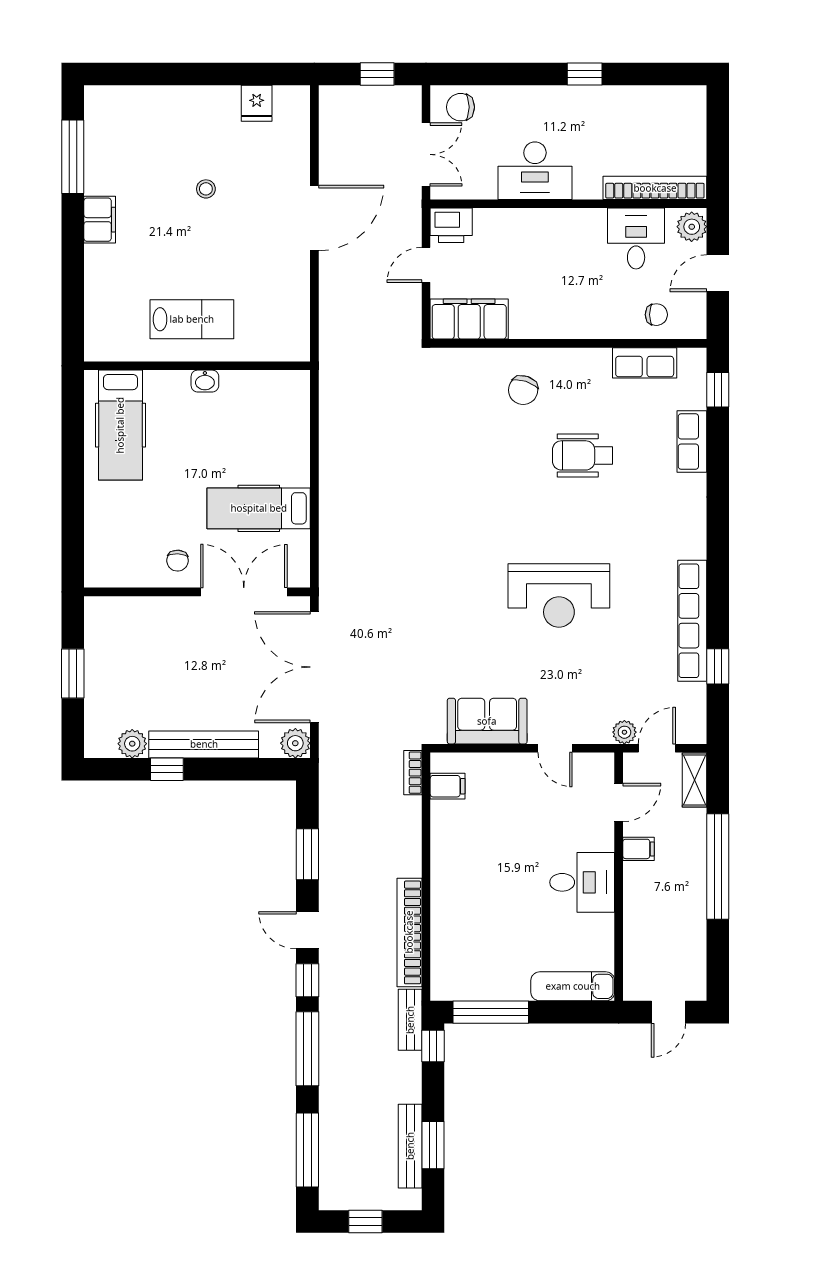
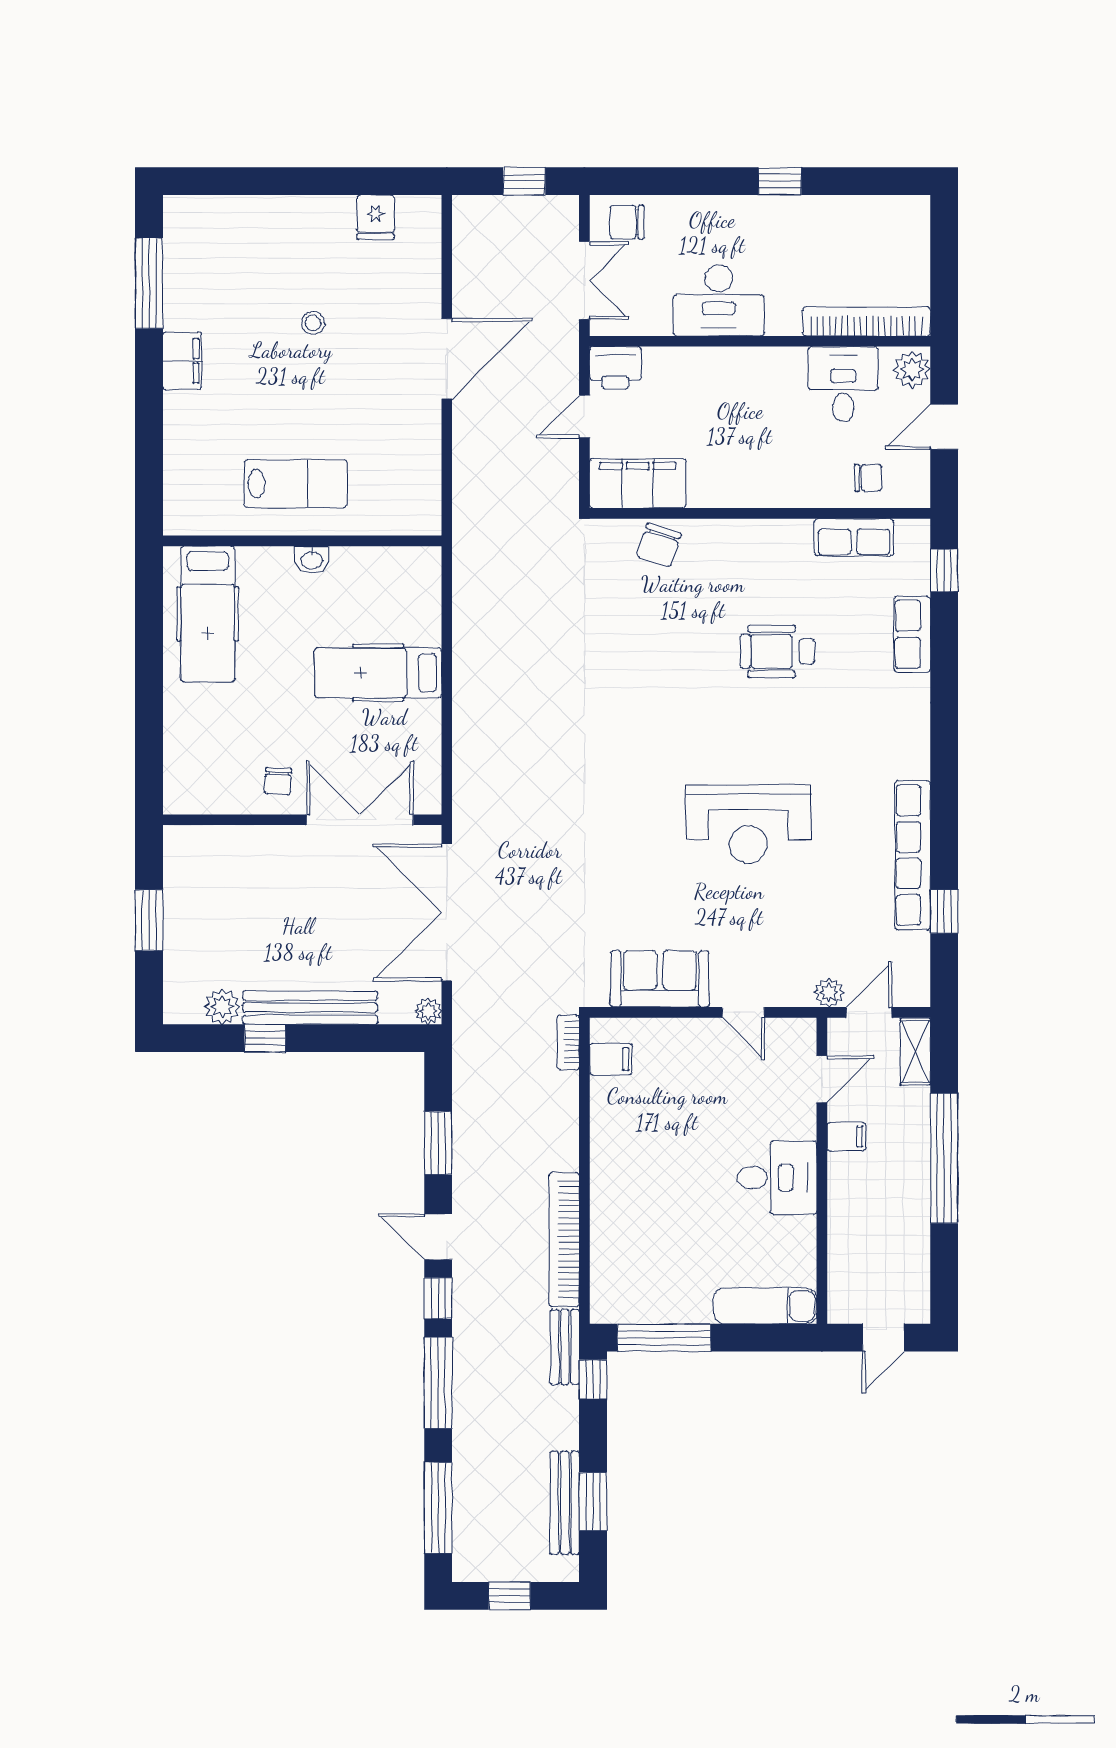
chair: (523, 390) -> (659, 545), moved
hospital bed: (259, 508) -> (378, 673), moved
plant: (295, 743) -> (428, 1011), width x0.73, depth x0.73

